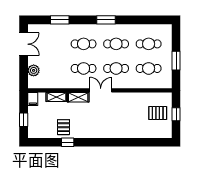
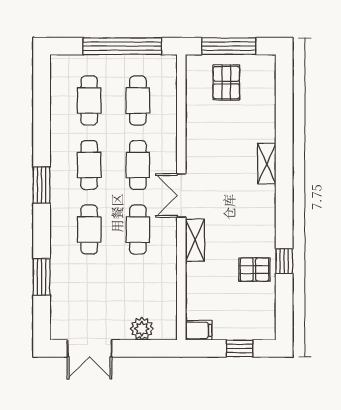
double door: (24, 44) -> (89, 348), swing flipped
window: (176, 61) -> (122, 46), width x2.11
shelving: (56, 97) -> (267, 164), moved
window: (176, 114) -> (229, 46), width x2.17

